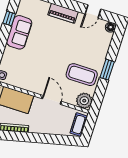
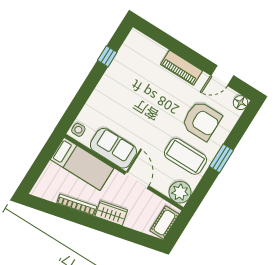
sofa: (19, 32) -> (113, 148), moved, turned -90
armchair: (87, 47) -> (202, 121), added
wardrobe: (40, 128) -> (111, 213), added

